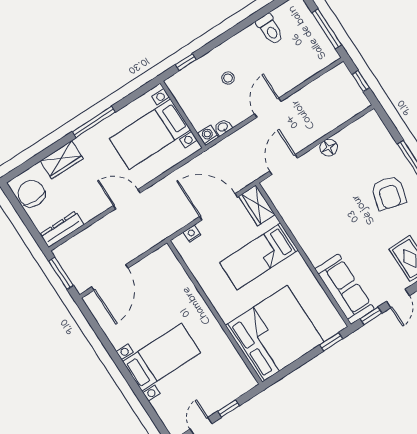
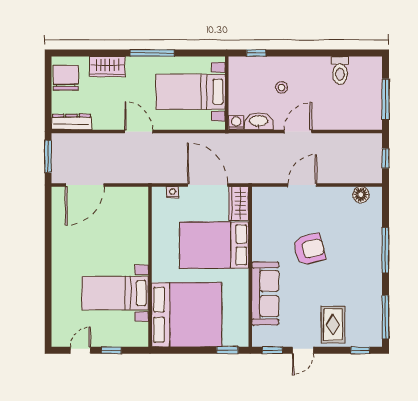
washbasin: (223, 127) -> (259, 121), width x1.91, depth x1.45
floor lamp: (329, 148) -> (361, 195), moved
door: (284, 165) -> (302, 185), moved
armchair: (389, 193) -> (309, 249), moved, turned -119
bed: (259, 256) -> (214, 245), width x1.50
sofa: (345, 289) -> (265, 293), moved
bed with nightstands: (162, 357) -> (115, 293), moved, turned 180

